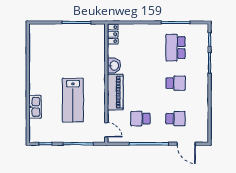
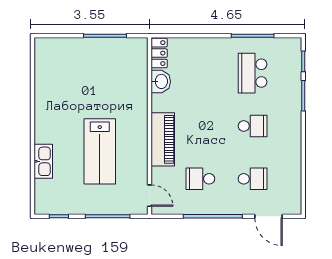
washbasin: (114, 66) -> (161, 81), moved

